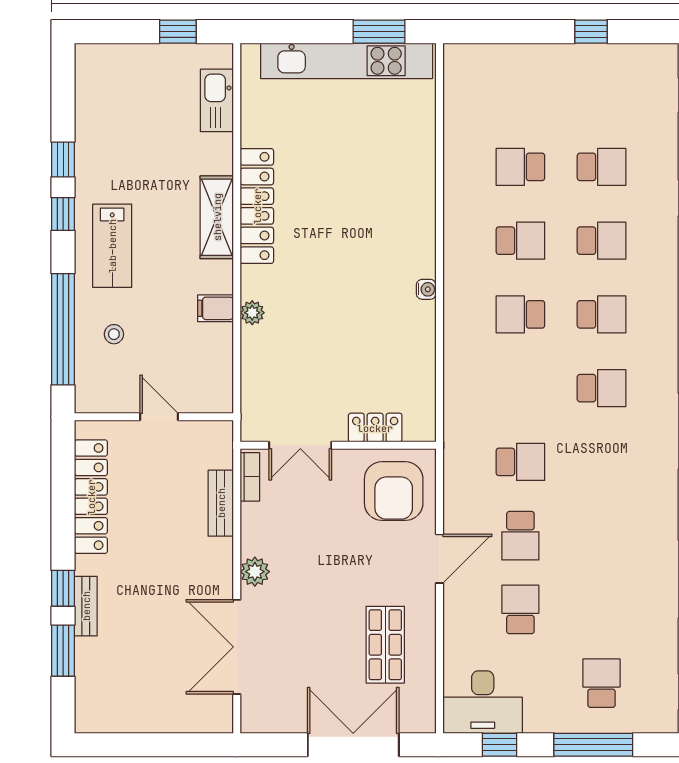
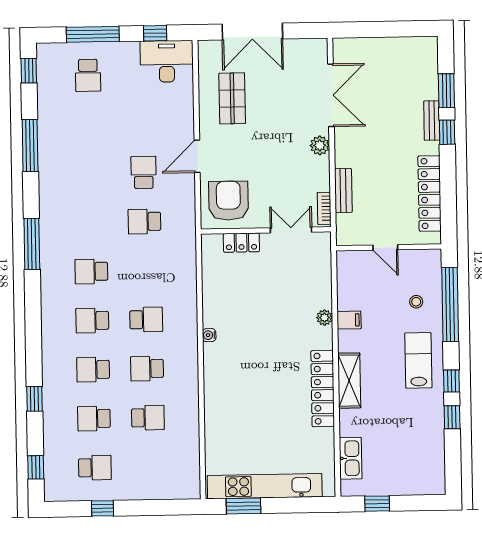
school desk: (520, 609) -> (95, 468), moved, turned -90

